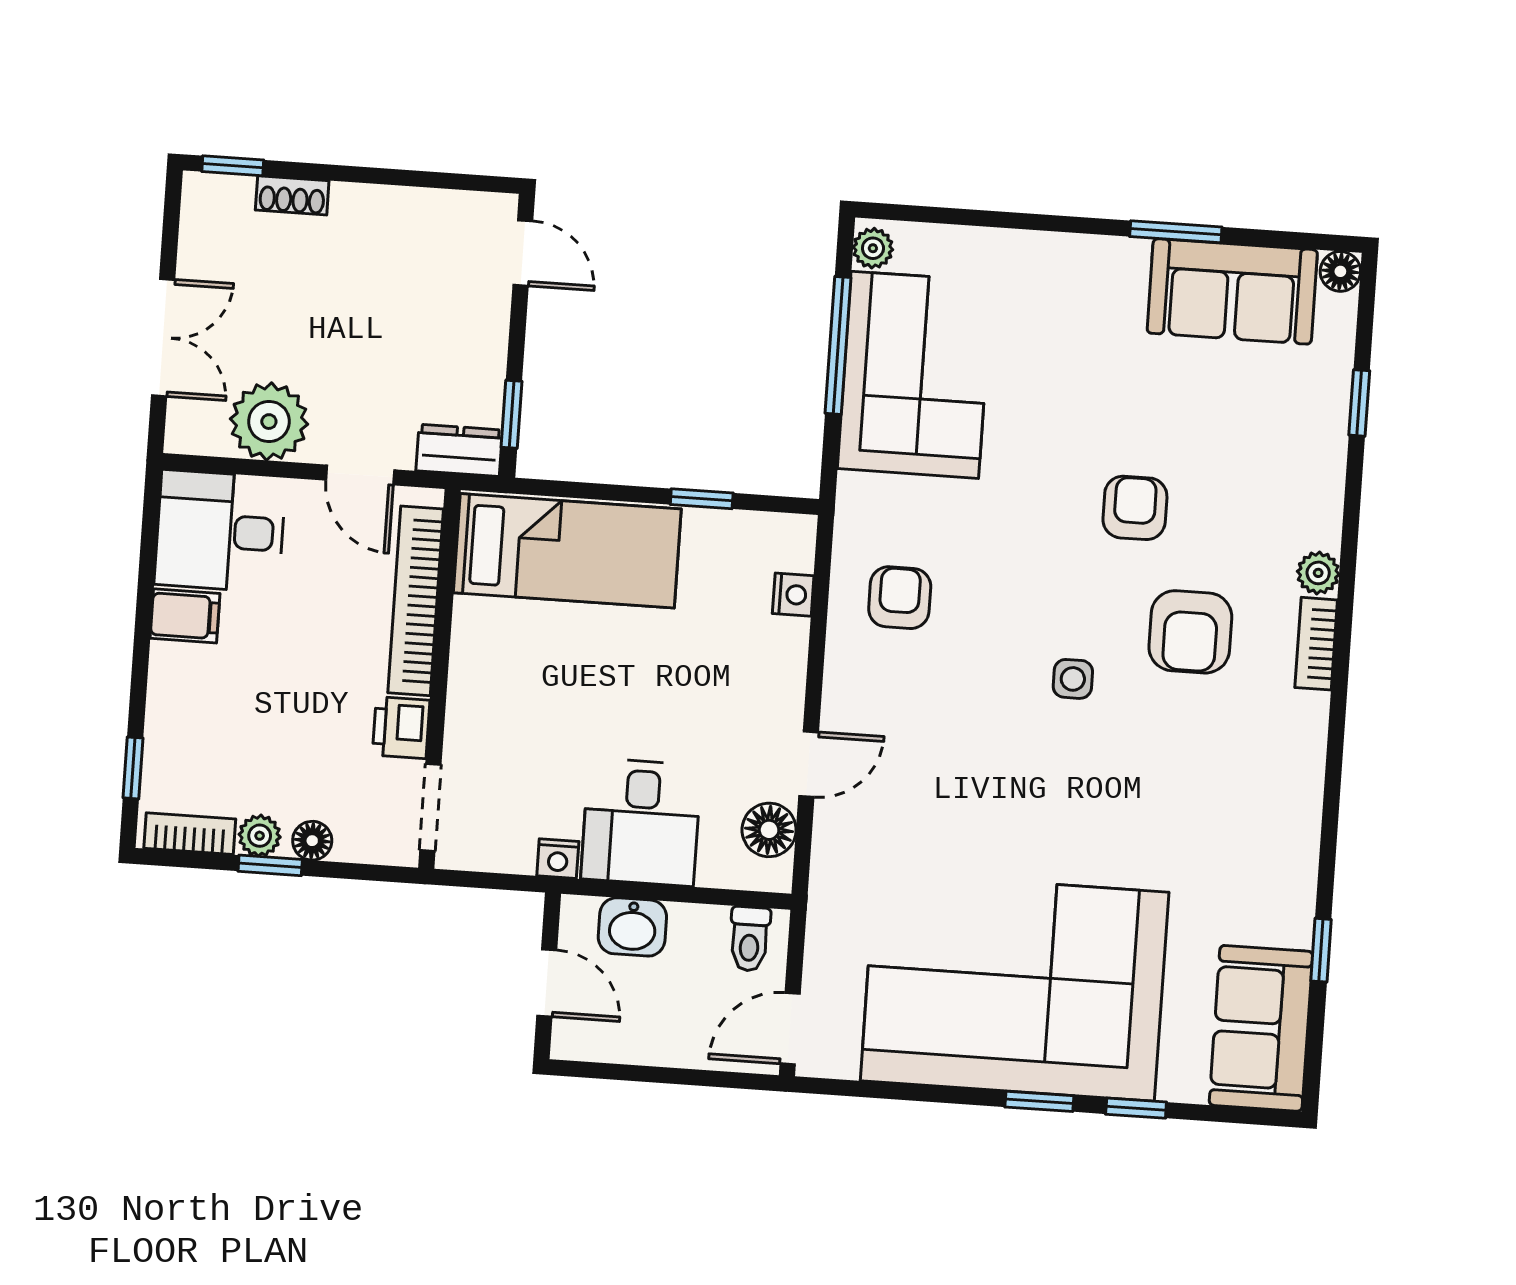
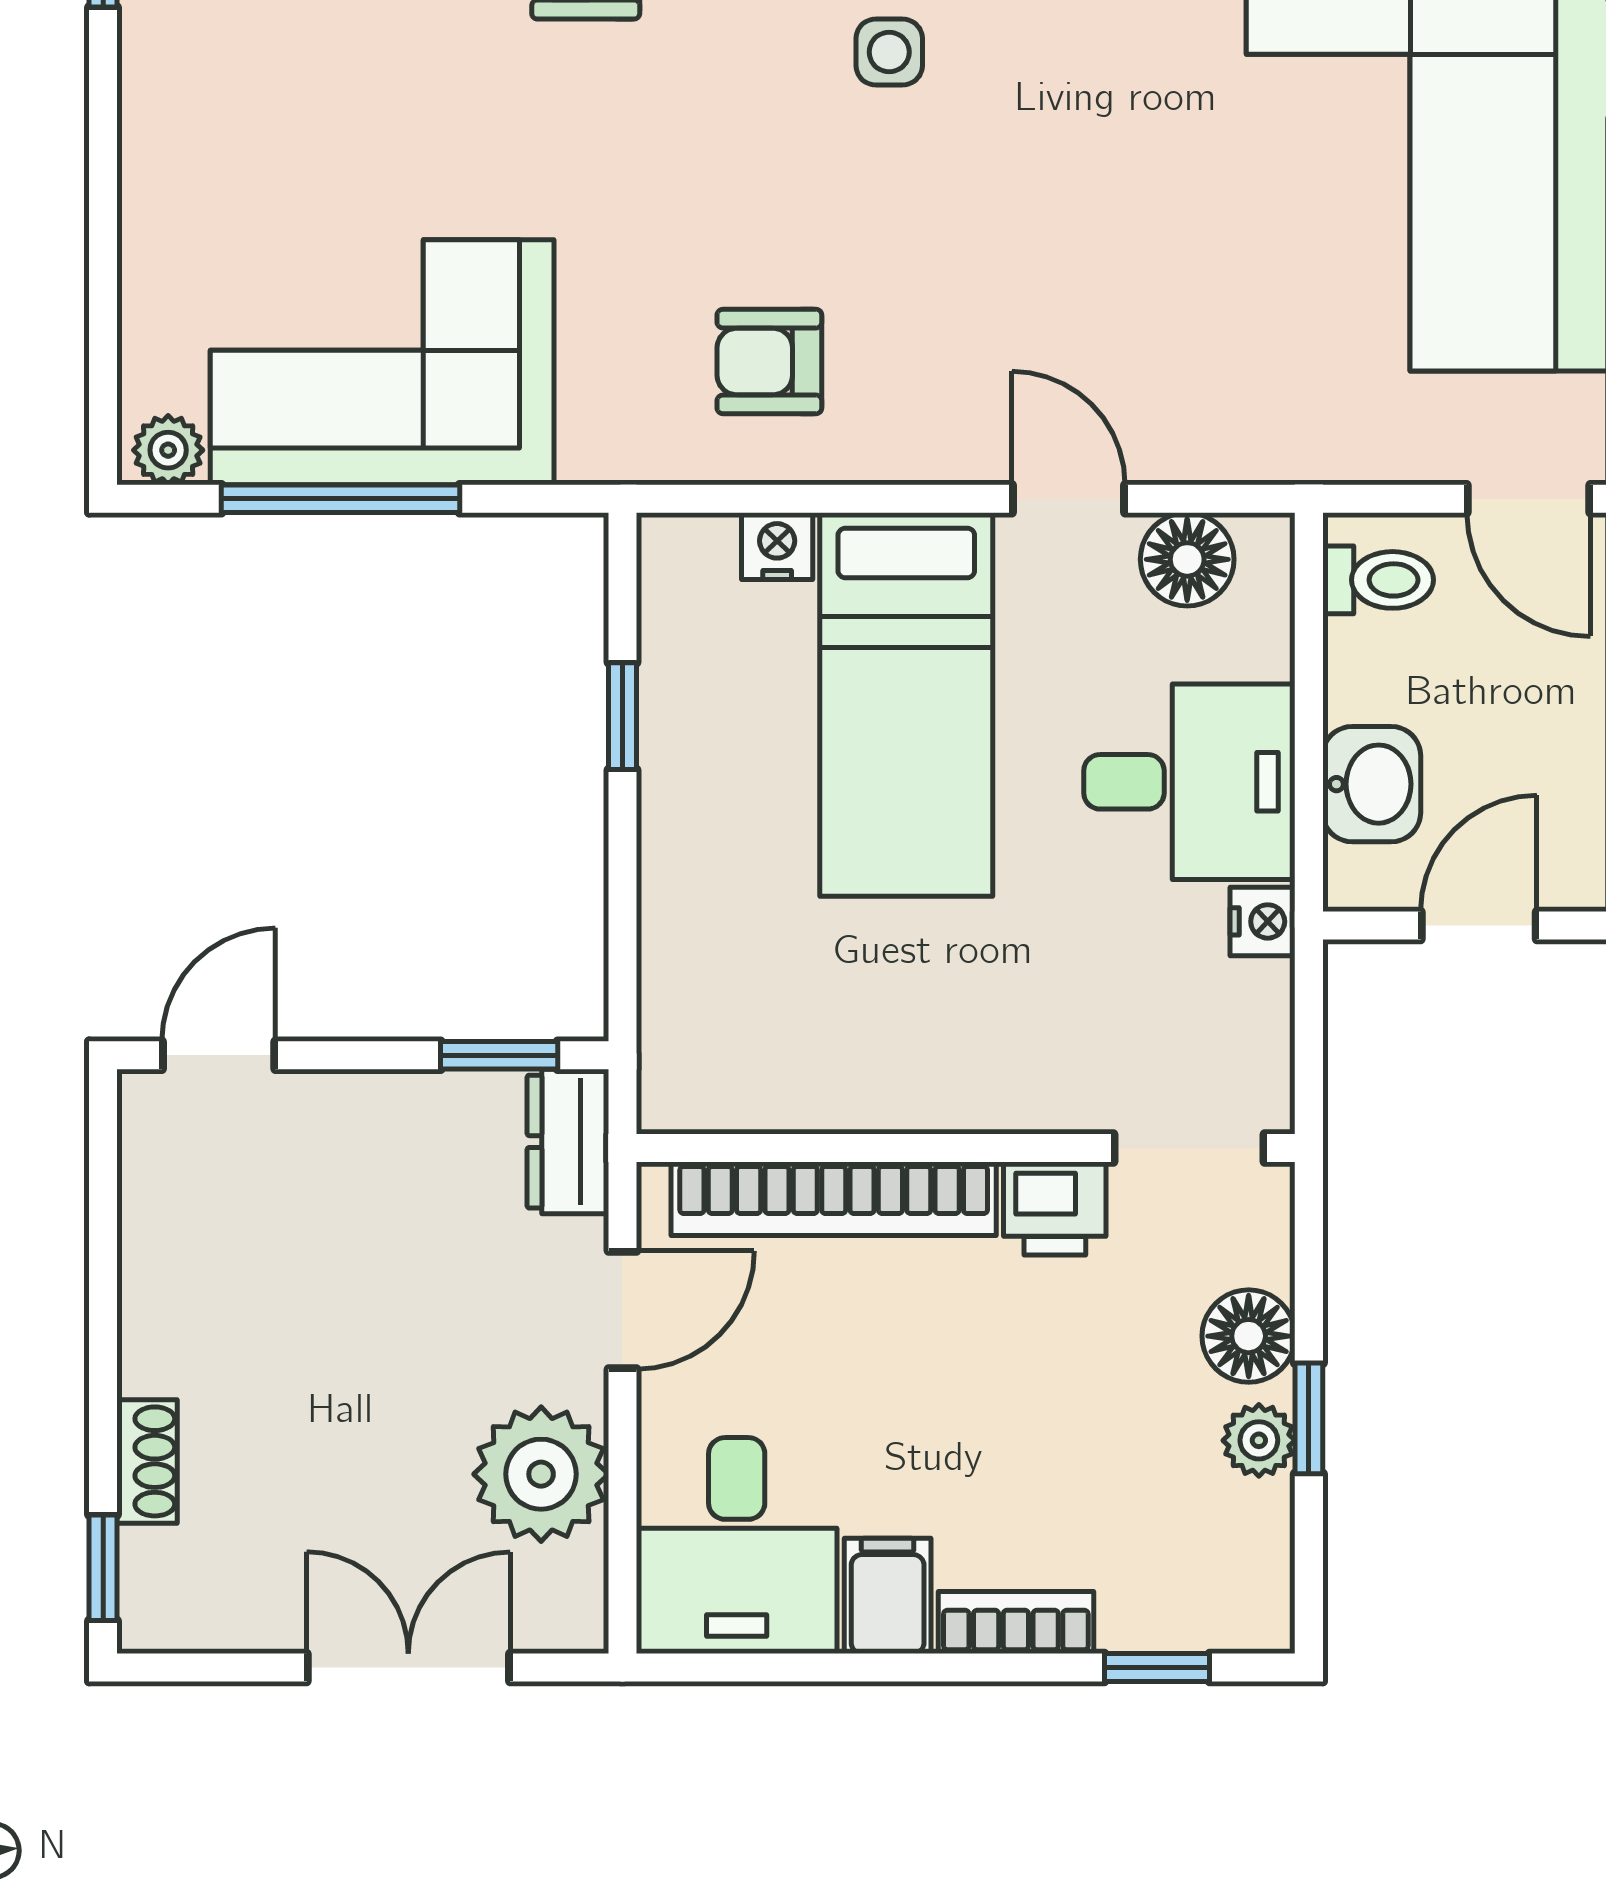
bed: (567, 551) -> (906, 705), moved, turned 180
bookcase: (190, 834) -> (1016, 1623), moved, turned 90
floor lamp: (312, 841) -> (1249, 1336), width x1.37, depth x1.37

